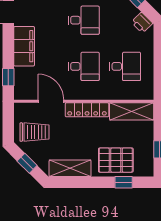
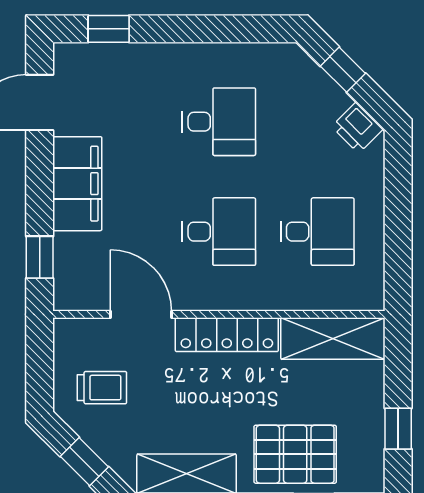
trolley: (34, 132) -> (102, 388), width x0.73, depth x0.72

